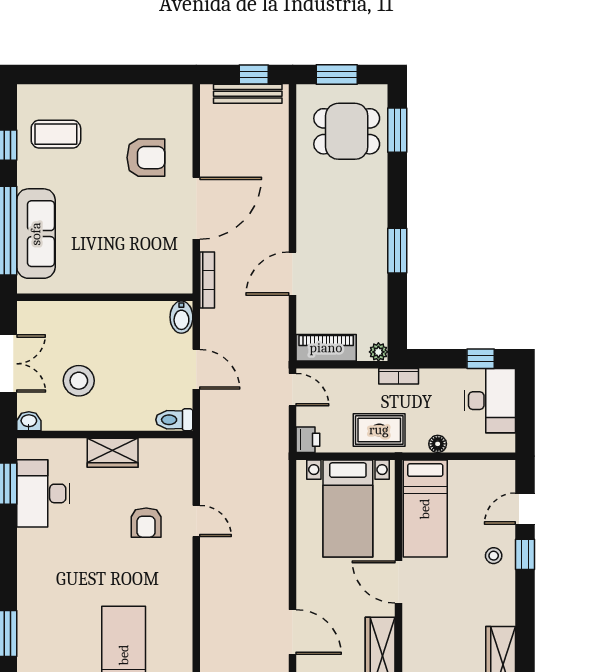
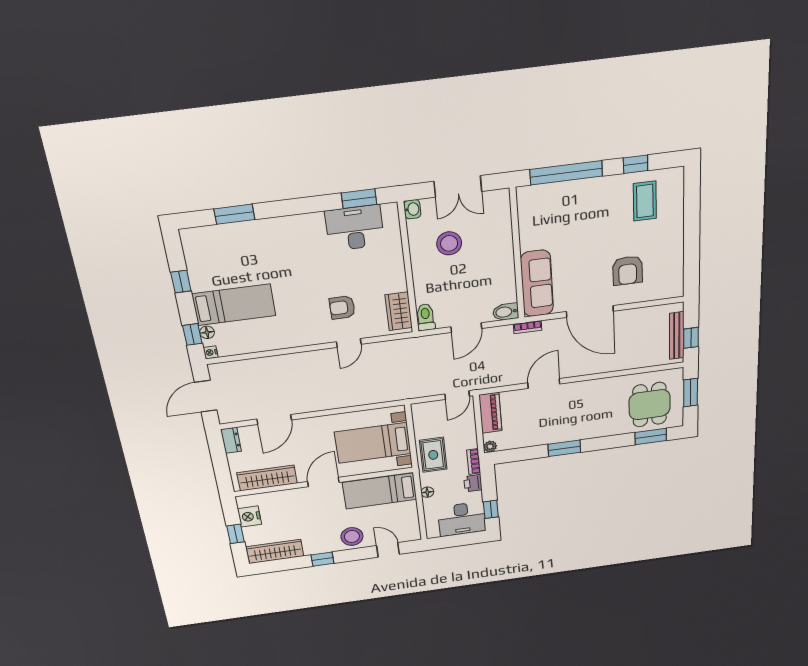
sofa: (36, 234) -> (537, 284), moved, turned -90
door: (293, 274) -> (544, 383), hinge flipped
bookcase: (207, 280) -> (528, 327), width x0.64
printer: (308, 440) -> (473, 483), moved, turned 90
wardrobe: (113, 453) -> (399, 311), moved
window: (525, 554) -> (322, 559), moved
stool: (494, 556) -> (352, 536), width x1.89, depth x1.89

